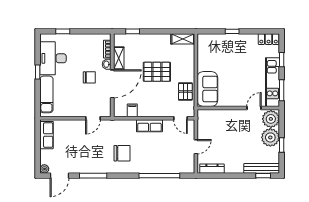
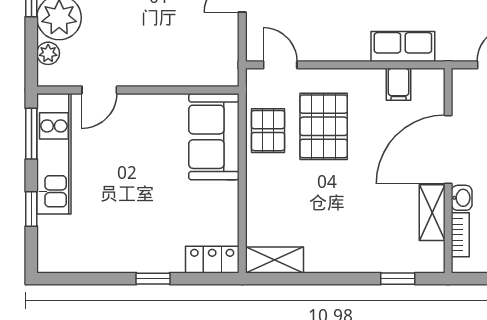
locker: (269, 39) -> (212, 260), moved
pallet: (157, 72) -> (324, 126), moved, turned 90
plant: (271, 119) -> (48, 53), width x0.53, depth x0.53
row of seats: (149, 126) -> (403, 46), moved

